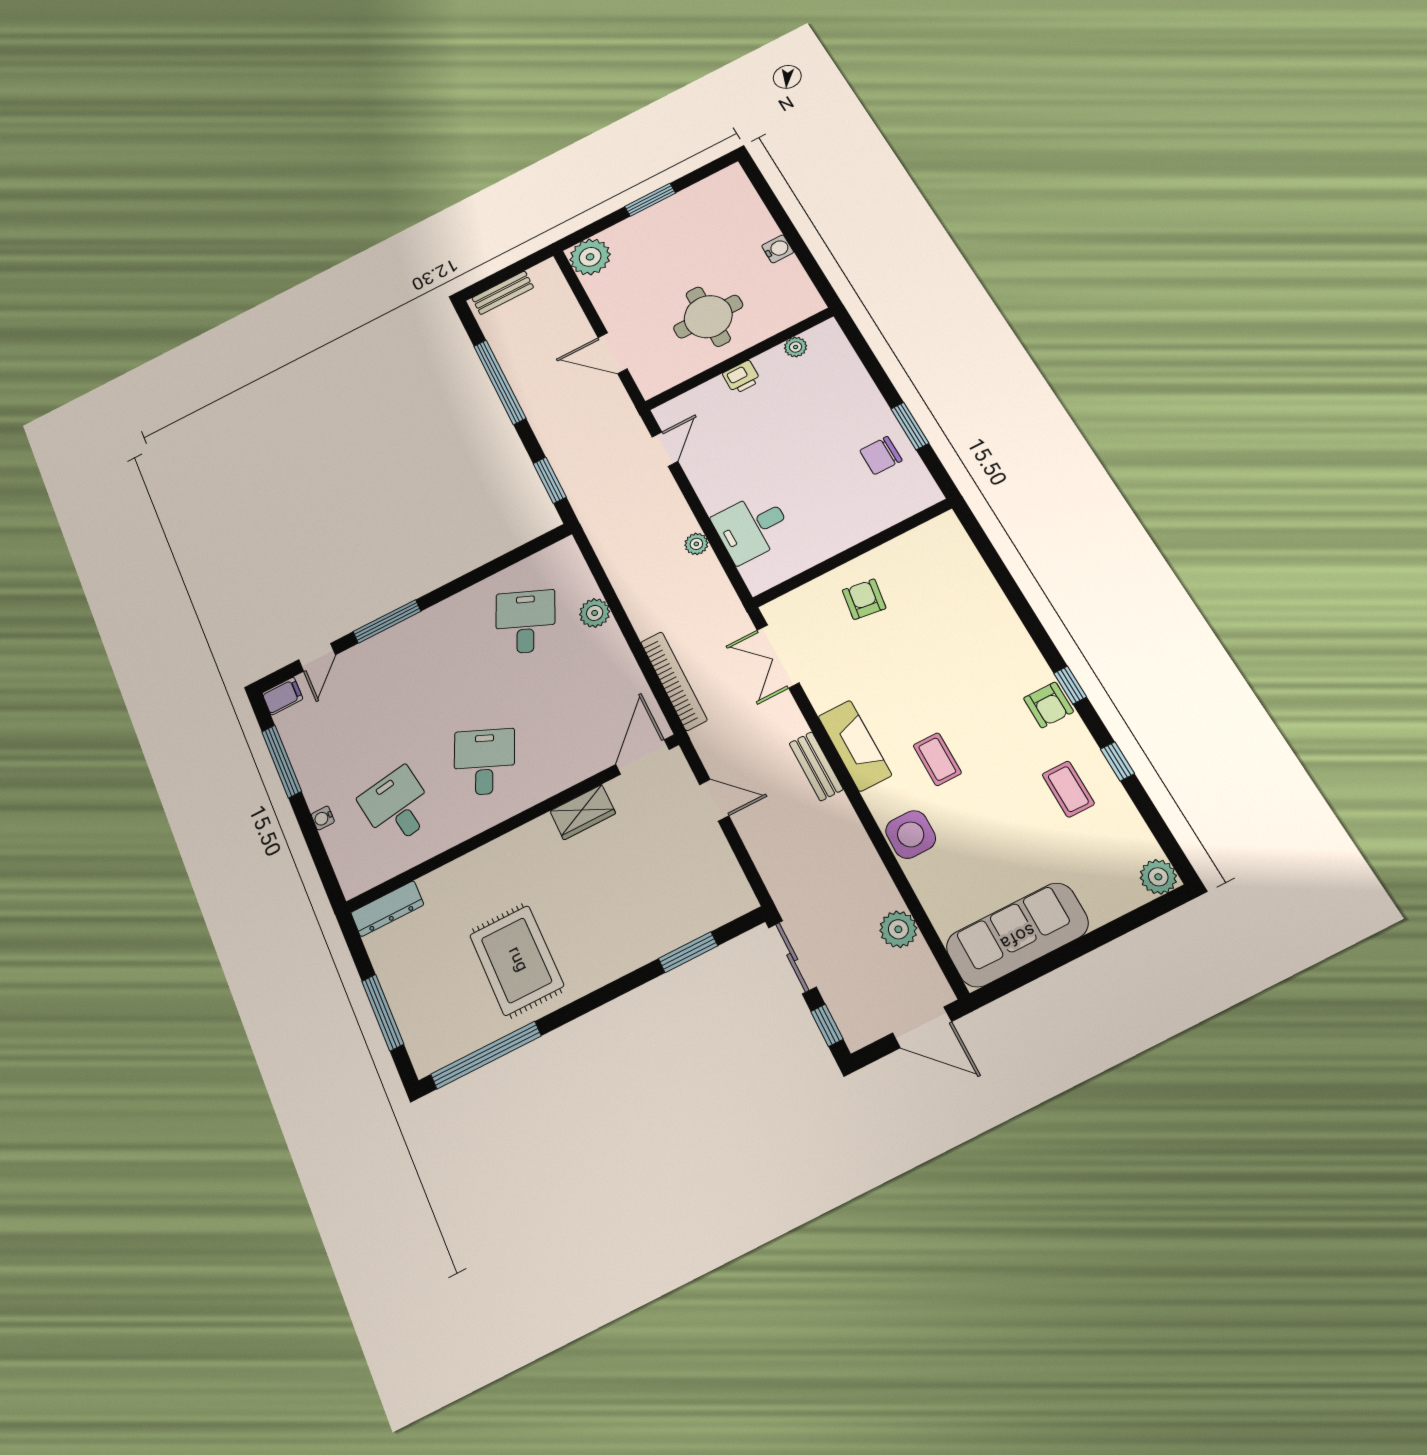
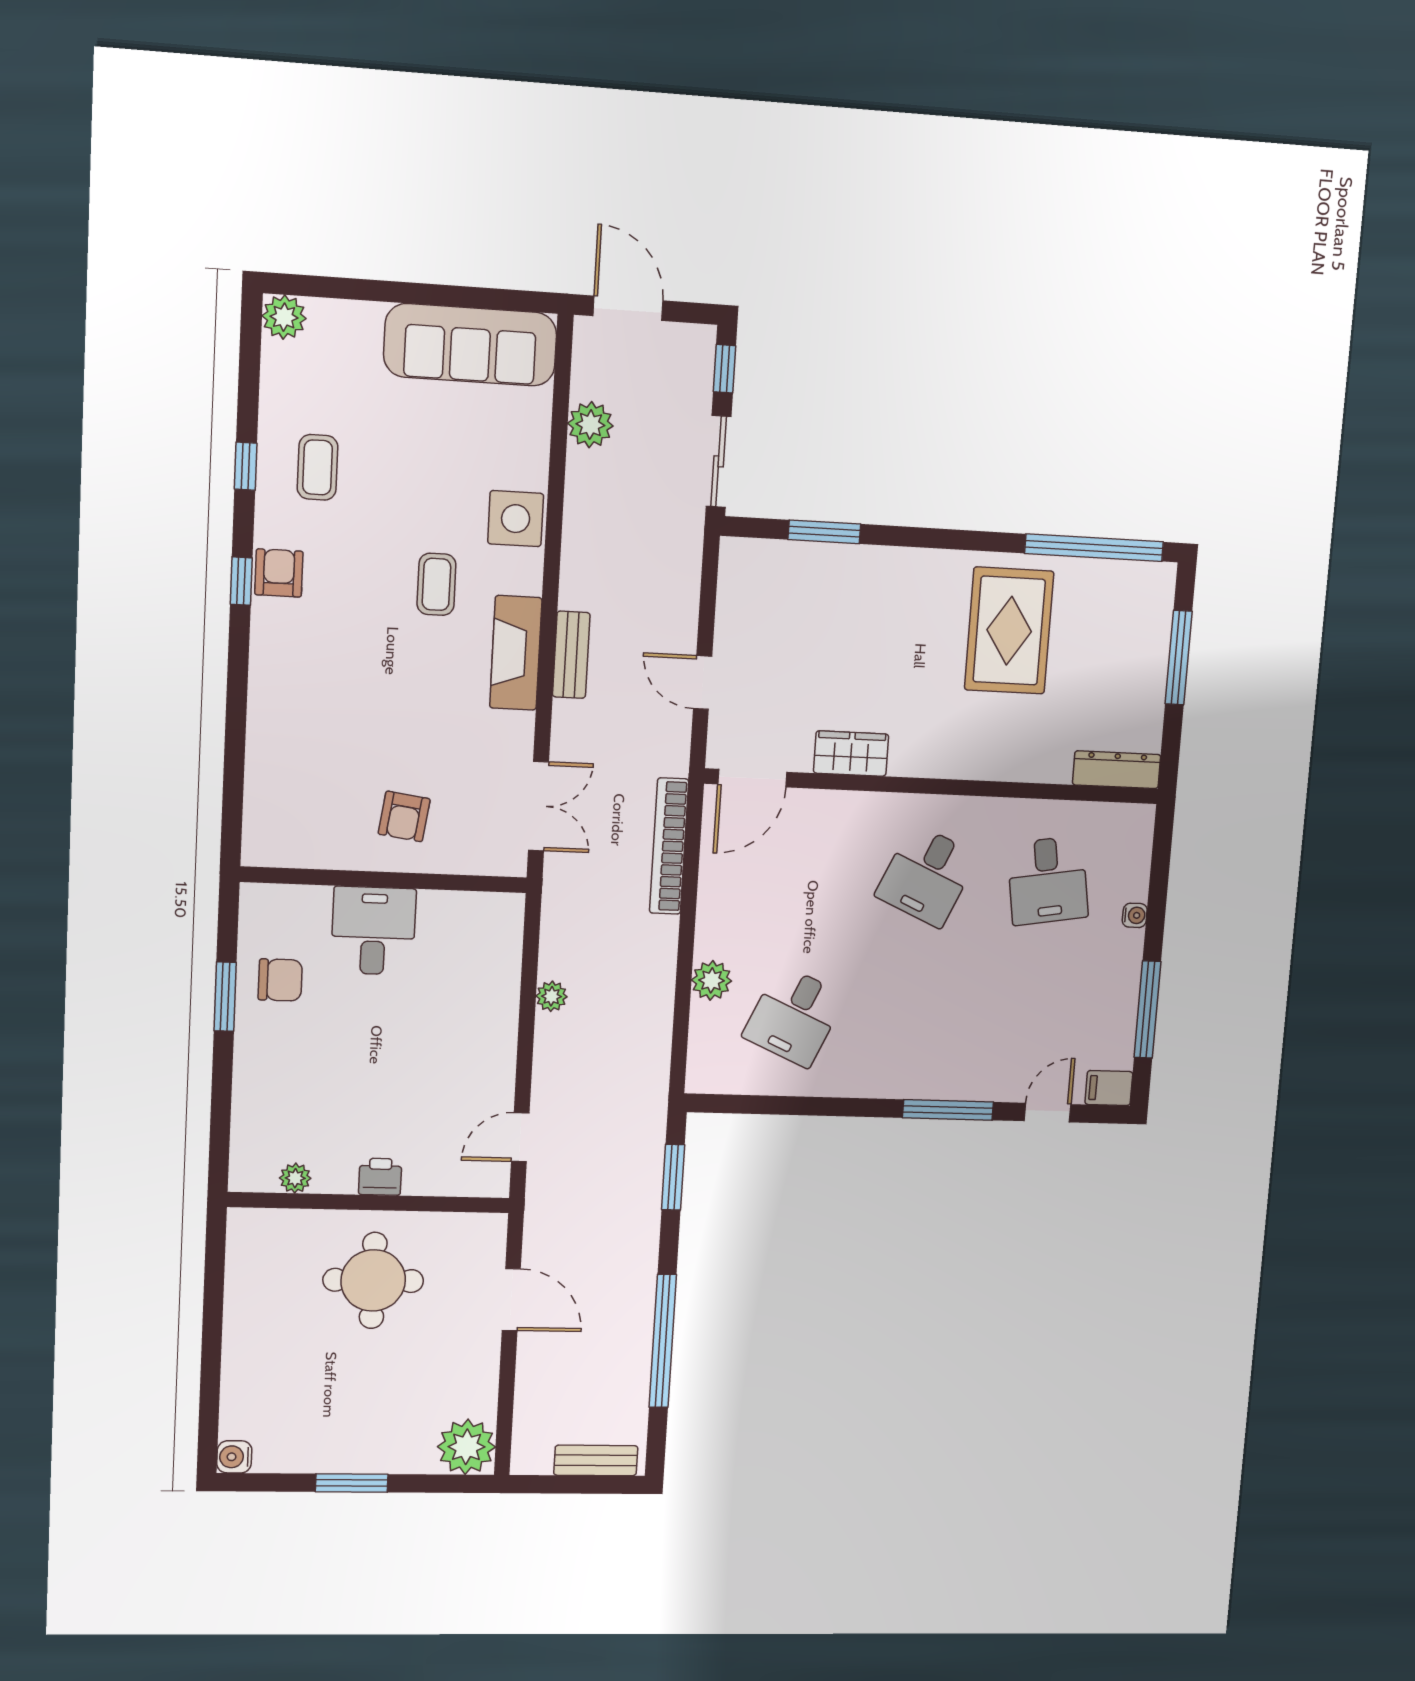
water cooler: (778, 249) -> (234, 1457), moved
desk: (752, 527) -> (373, 931), moved, turned -90

